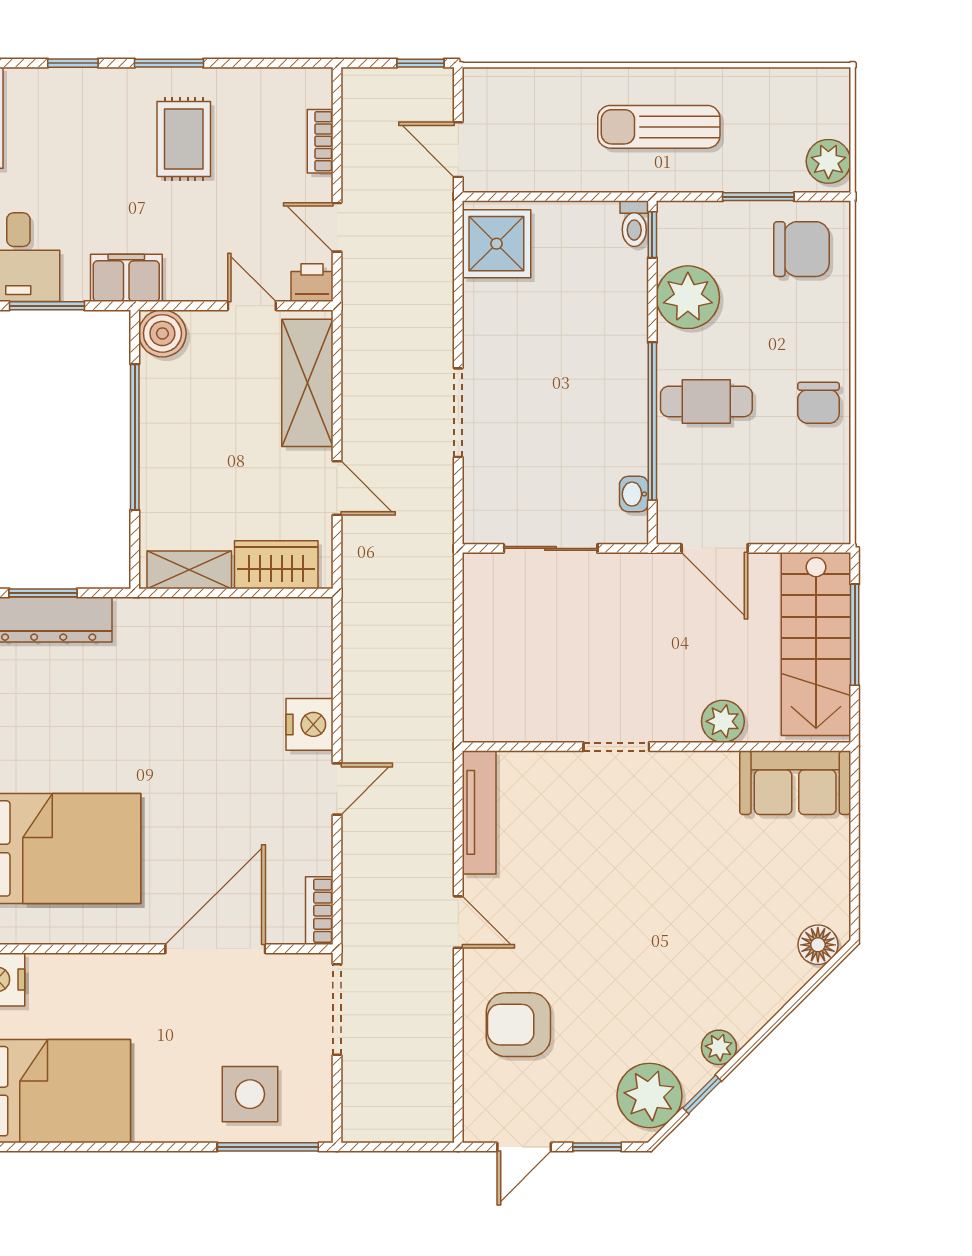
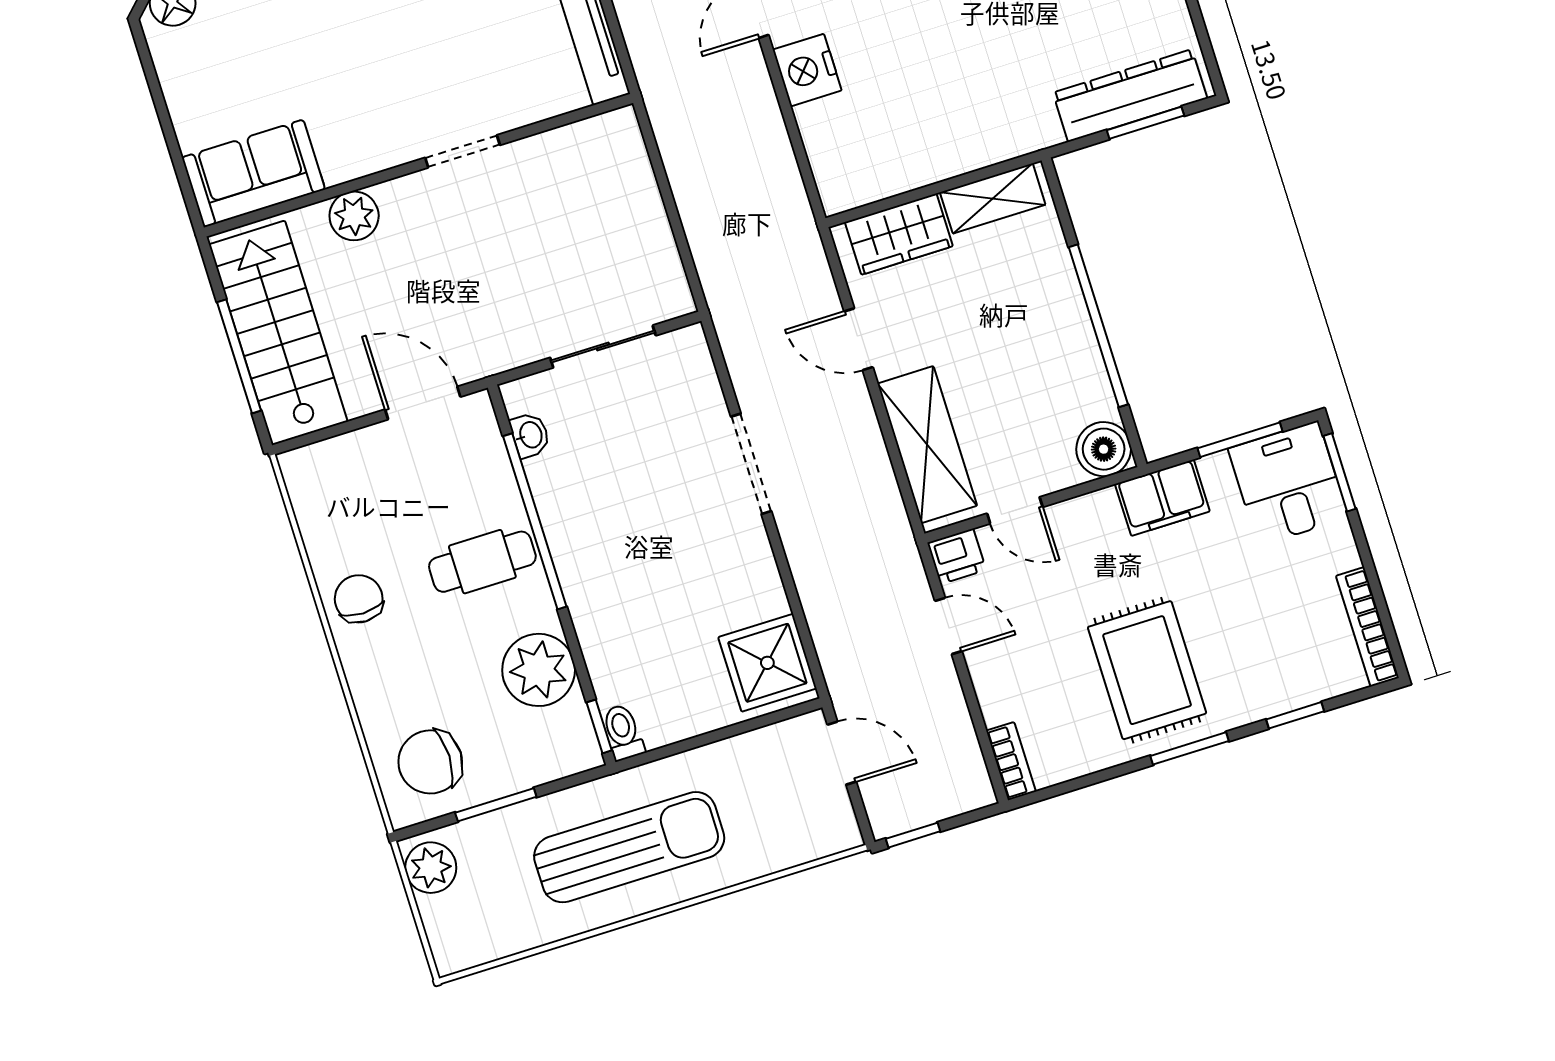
sun lounger: (659, 127) -> (629, 847), width x1.36, depth x1.34
rug: (184, 139) -> (1147, 670), width x1.36, depth x1.43
bookcase: (320, 141) -> (1011, 761), moved

